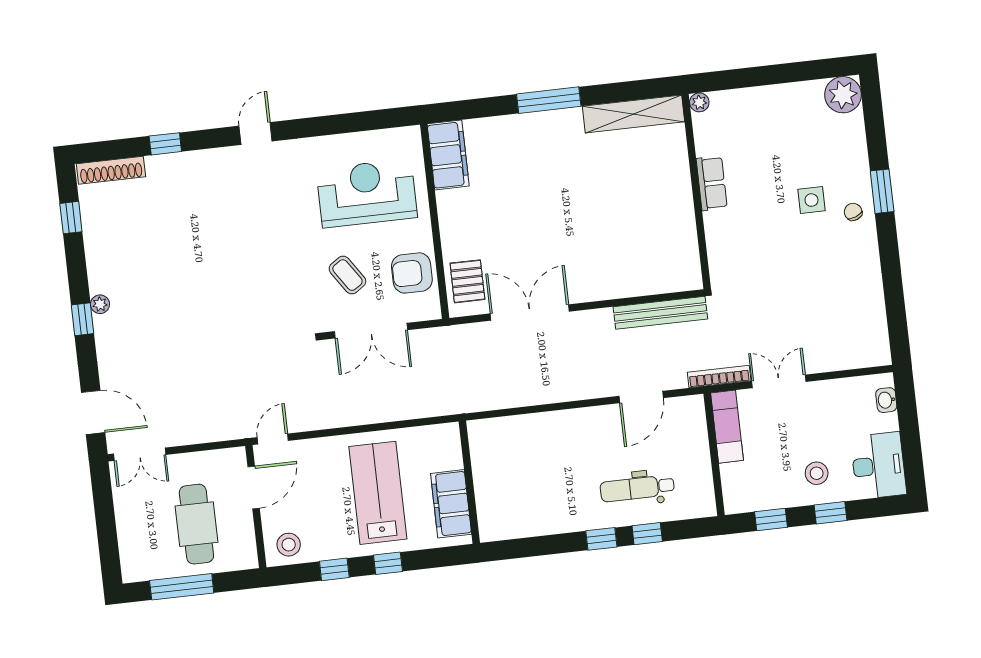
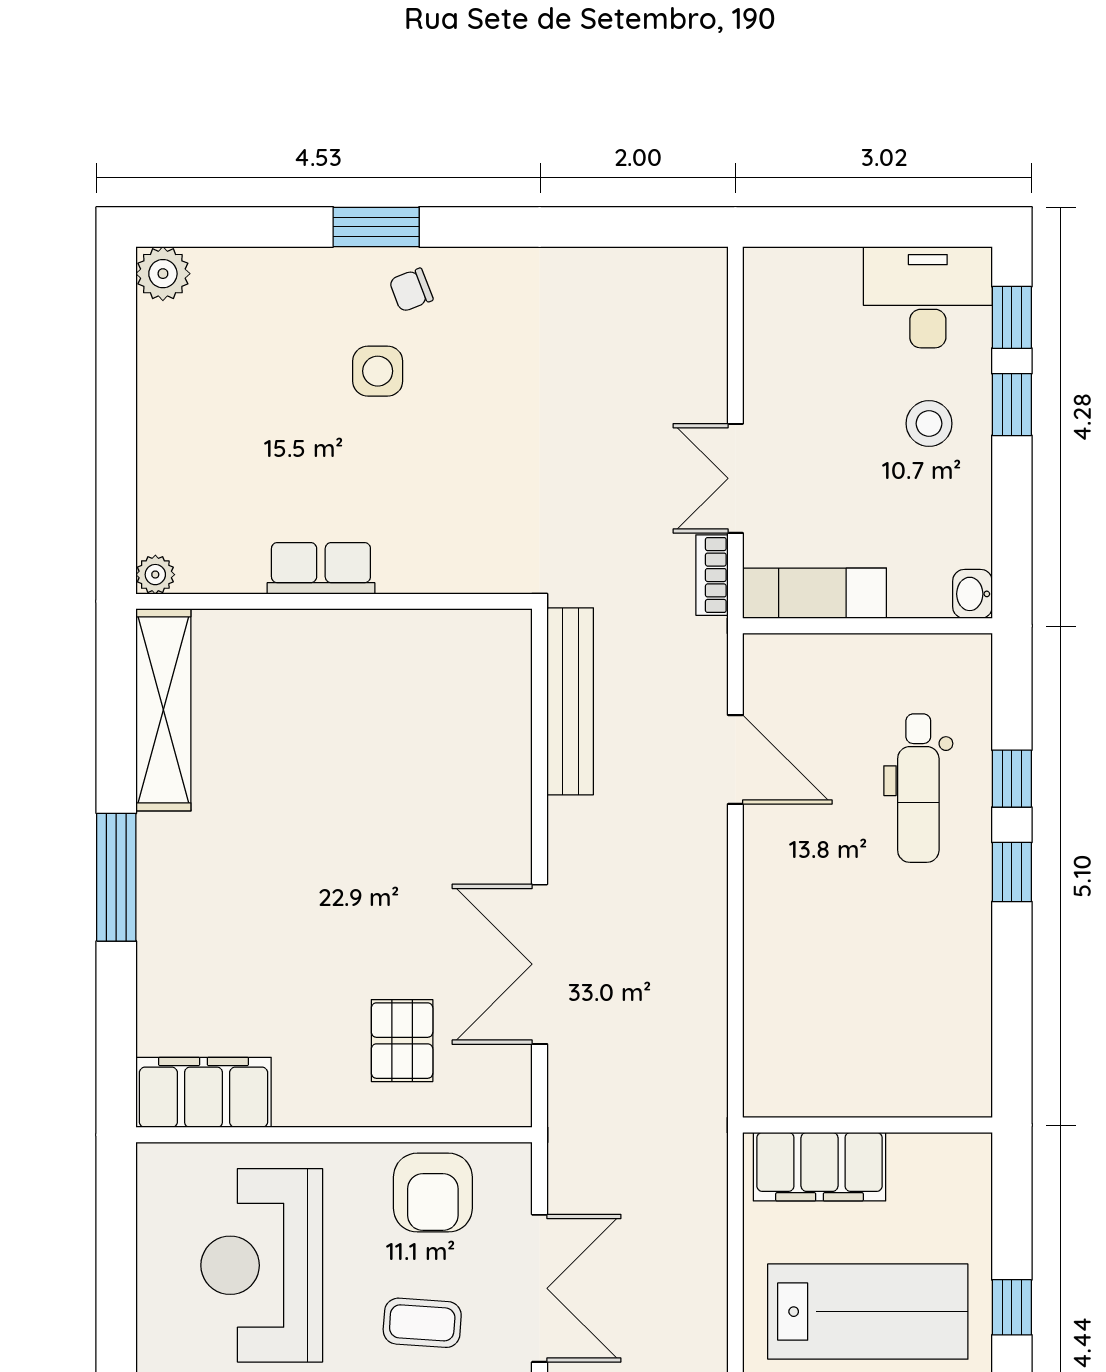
plant: (843, 95) -> (163, 274), width x0.73, depth x0.73
coffee table: (347, 275) -> (422, 1323), turned 38
pallet: (467, 281) -> (402, 1041), moved, turned 90
bookcase: (719, 377) -> (712, 575), width x0.64
washbasin: (886, 400) -> (972, 594), moved, turned 90
lab bench: (378, 493) -> (868, 1312), turned 180
filing cabinet: (451, 504) -> (820, 1167), moved
window: (771, 520) -> (1012, 317), moved

